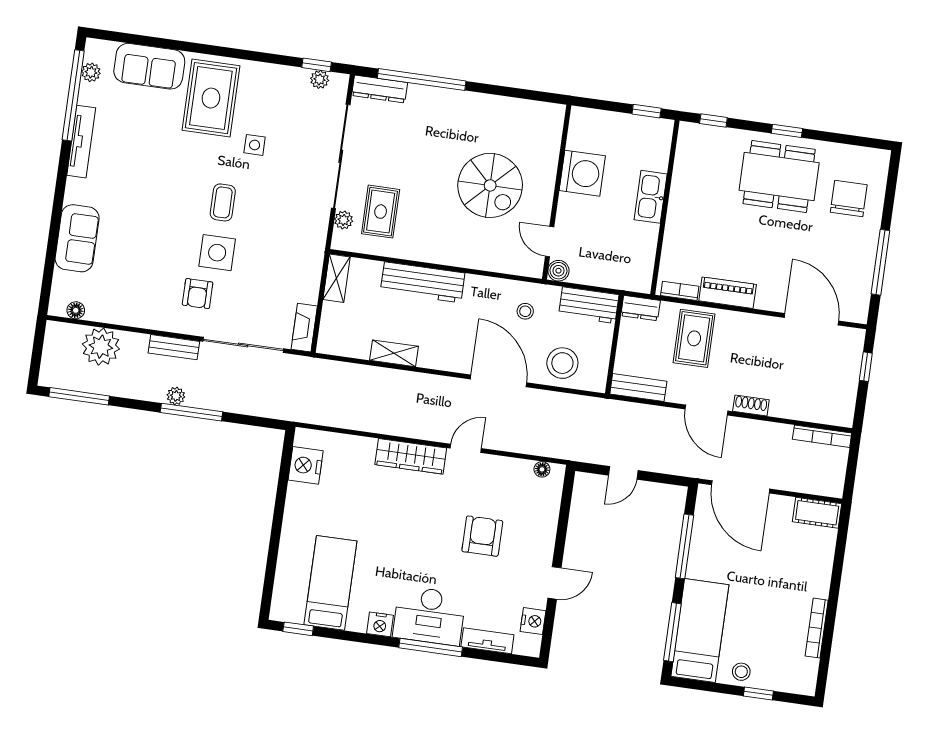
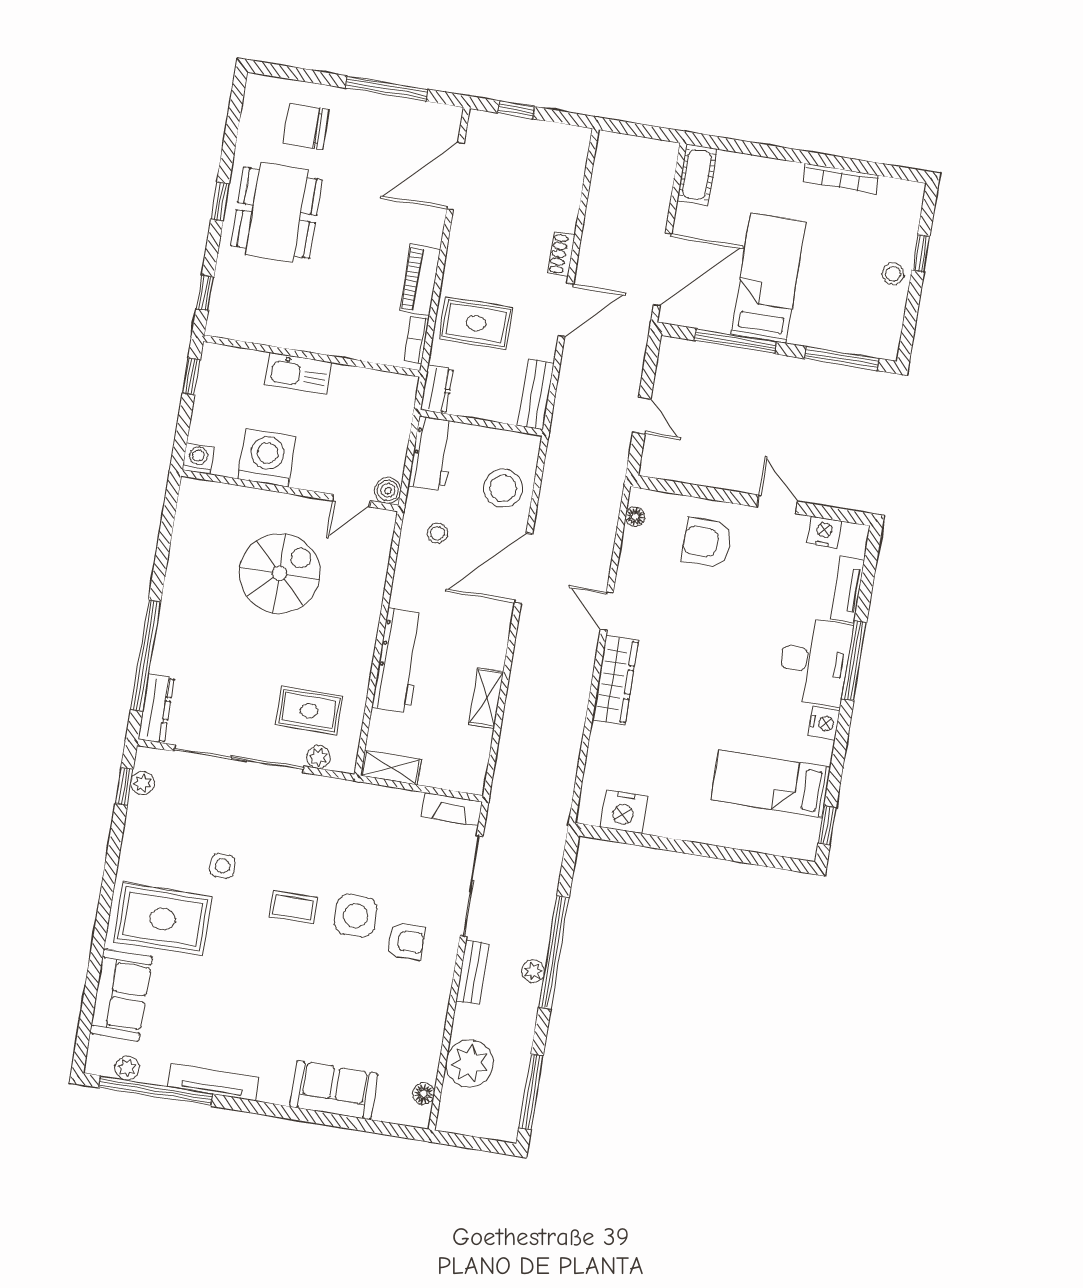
washing machine: (581, 118) -> (198, 458), added
window: (191, 412) -> (554, 952), width x1.46
bookcase: (822, 436) -> (602, 166), removed
armchair: (482, 536) -> (707, 542), moved
bed: (700, 631) -> (768, 278), moved, turned 90

